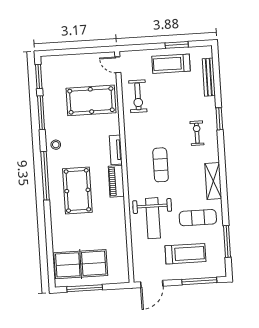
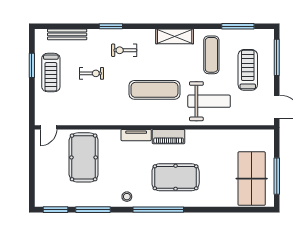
exercise bike: (138, 96) -> (91, 73), moved, width x0.73, depth x0.72
exercise mat: (161, 165) -> (154, 90), width x1.36, depth x1.45

